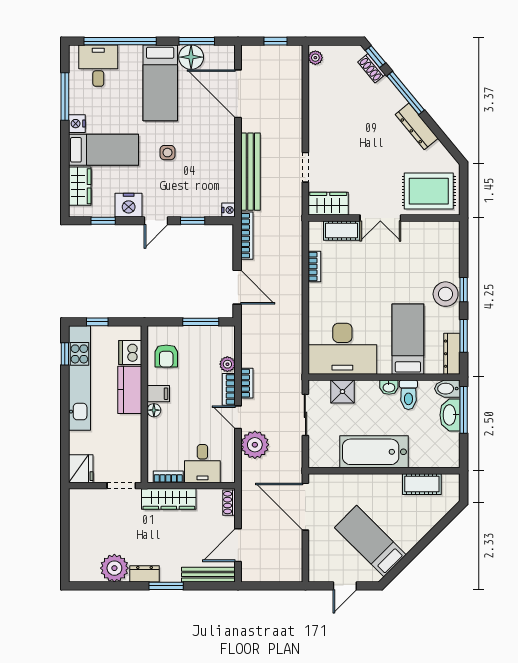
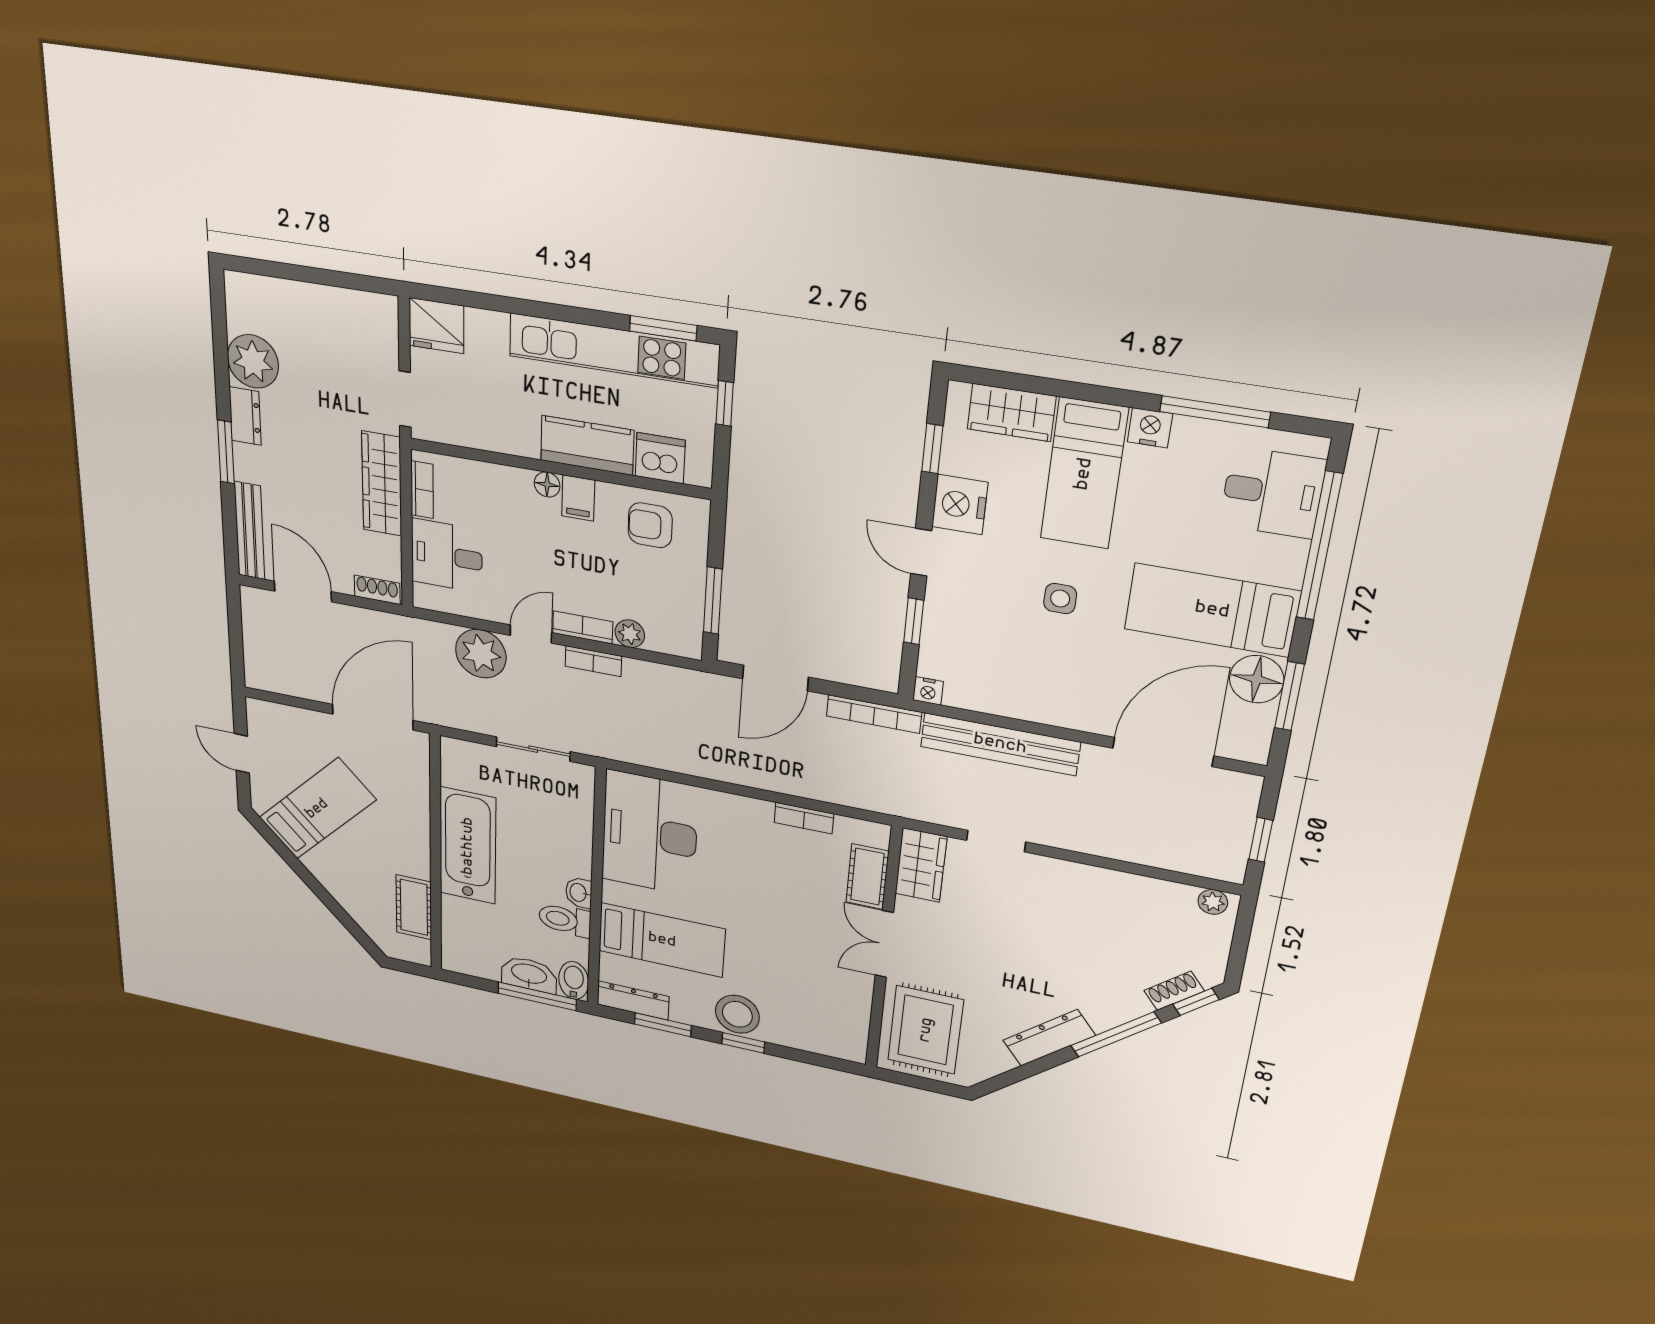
window: (65, 354) -> (663, 328), width x1.50
shower: (342, 392) -> (573, 818), removed

